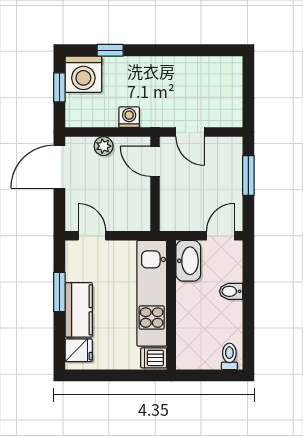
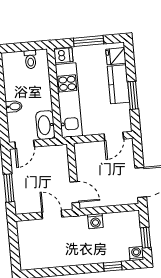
washing machine: (83, 74) -> (136, 254), width x0.53, depth x0.53
plant: (104, 146) -> (111, 199), removed
door: (92, 236) -> (114, 136), hinge flipped
toilet: (229, 356) -> (30, 59), moved
window: (116, 375) -> (89, 41), added

